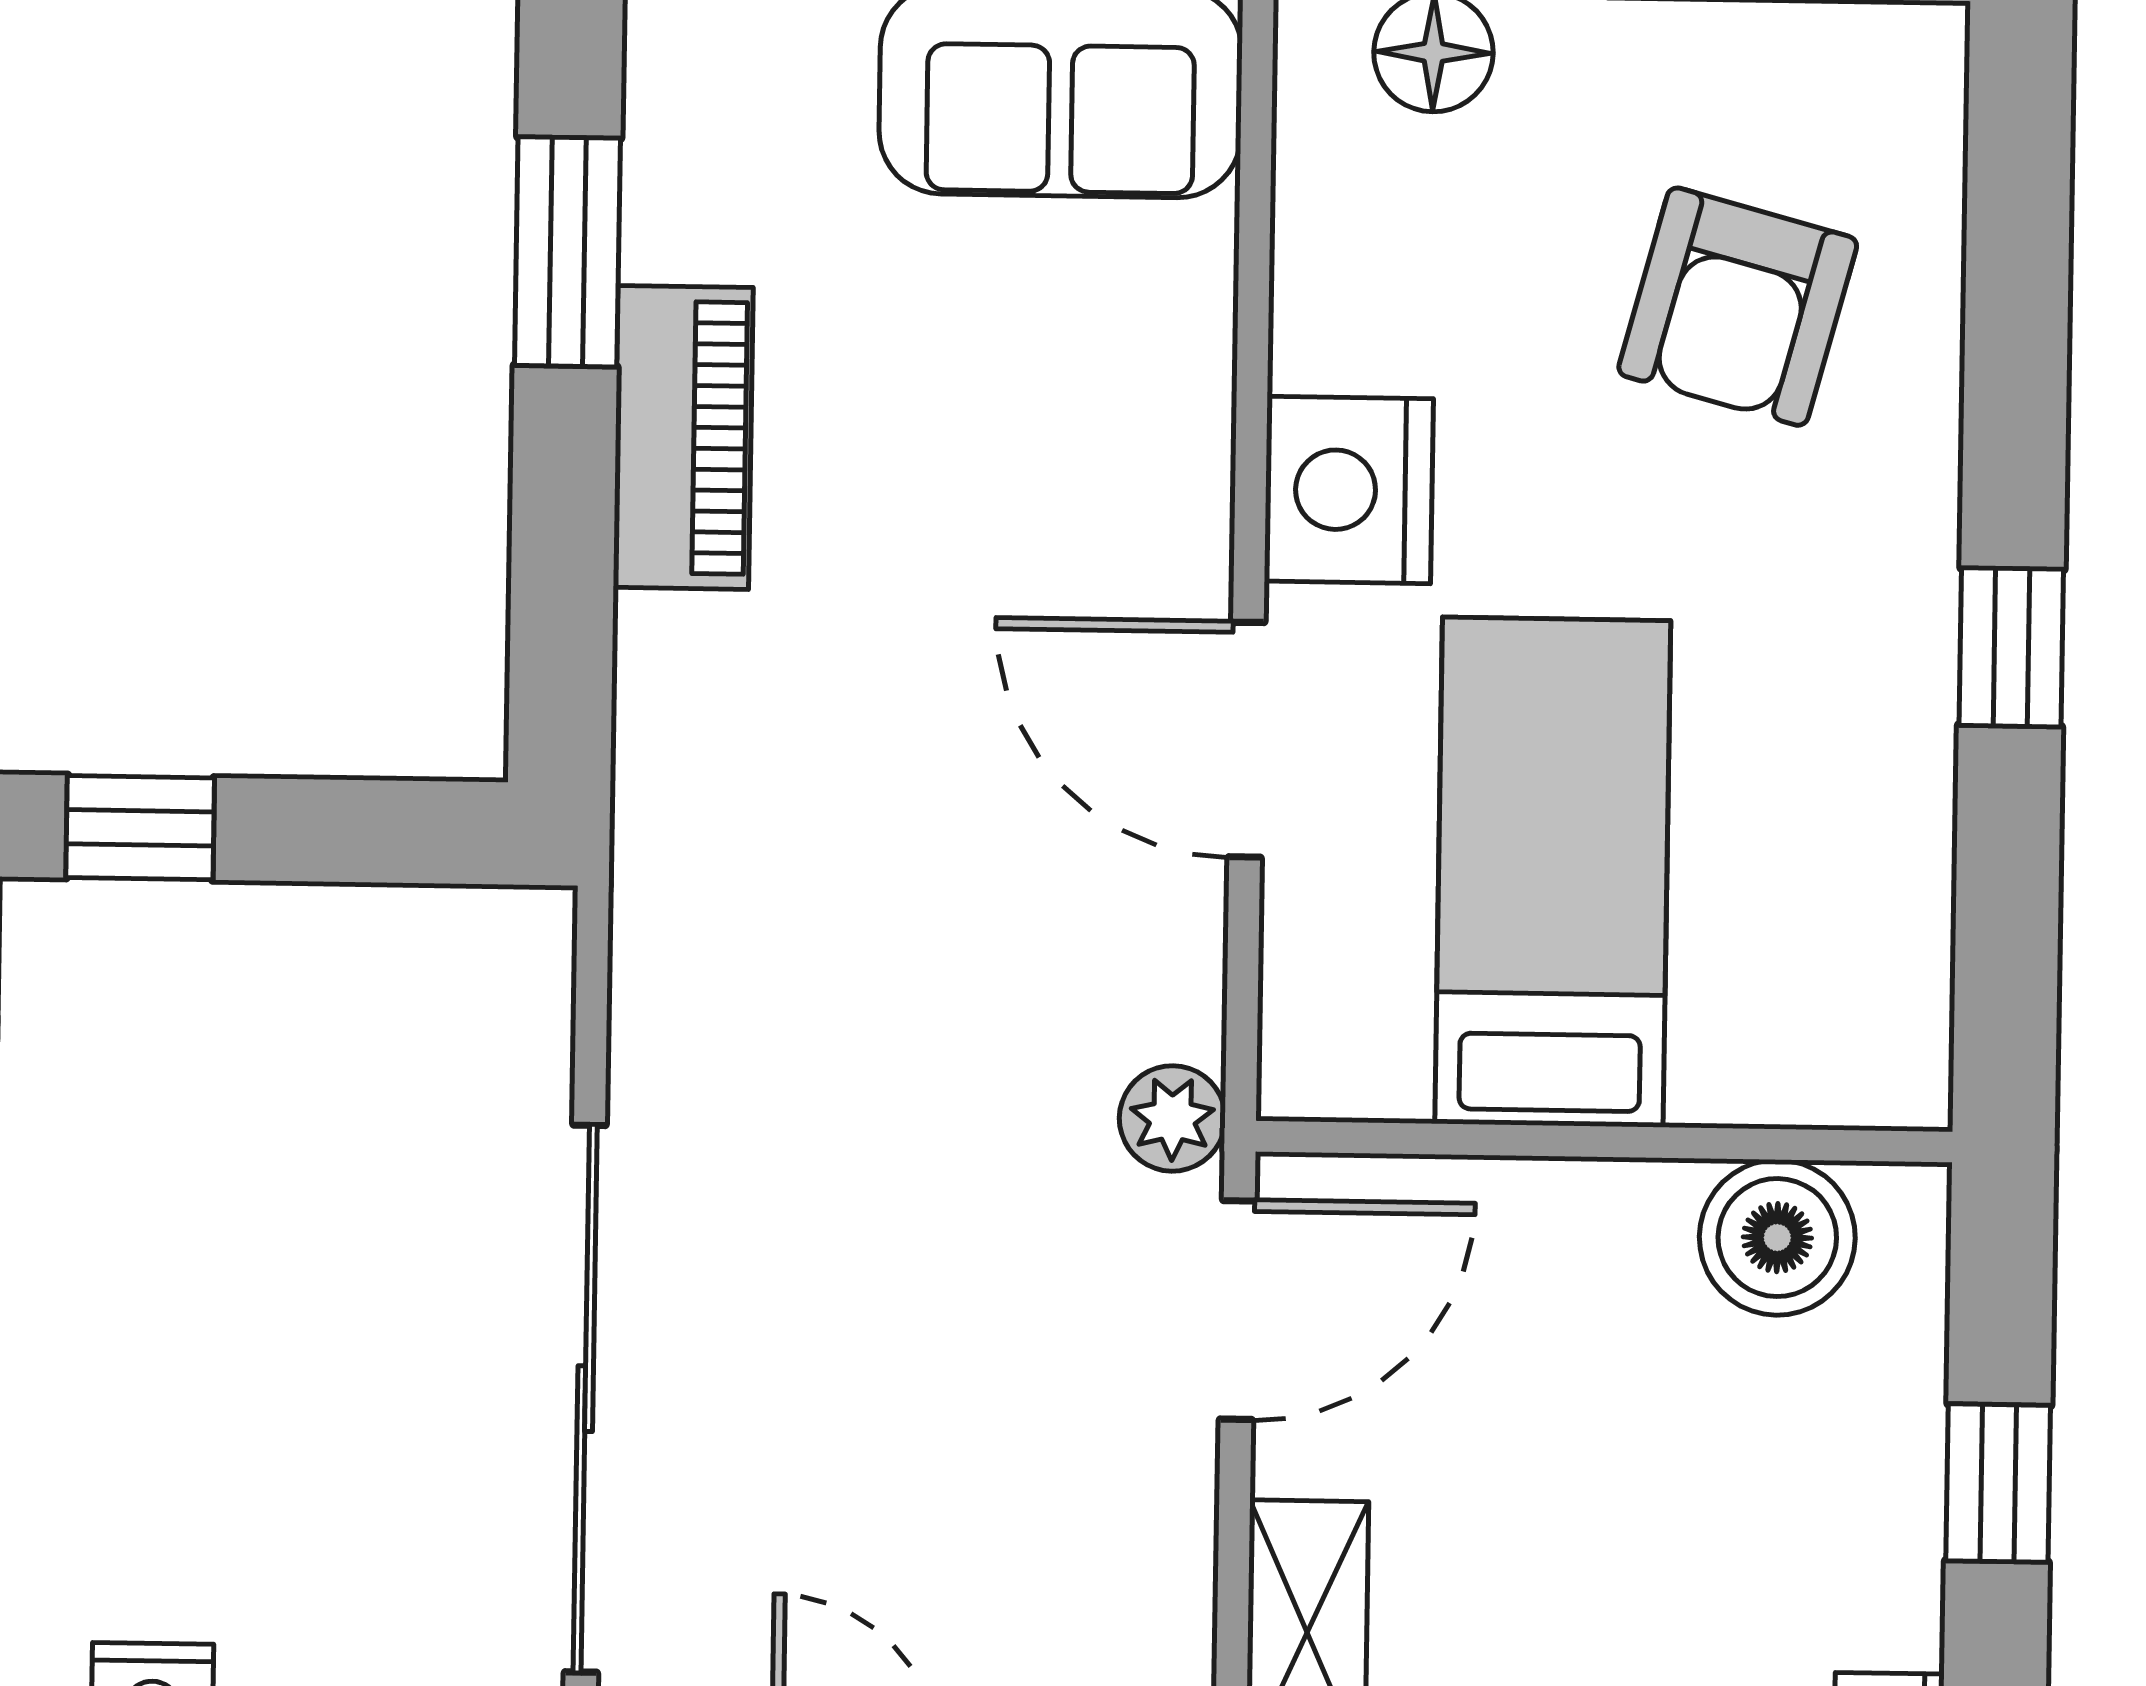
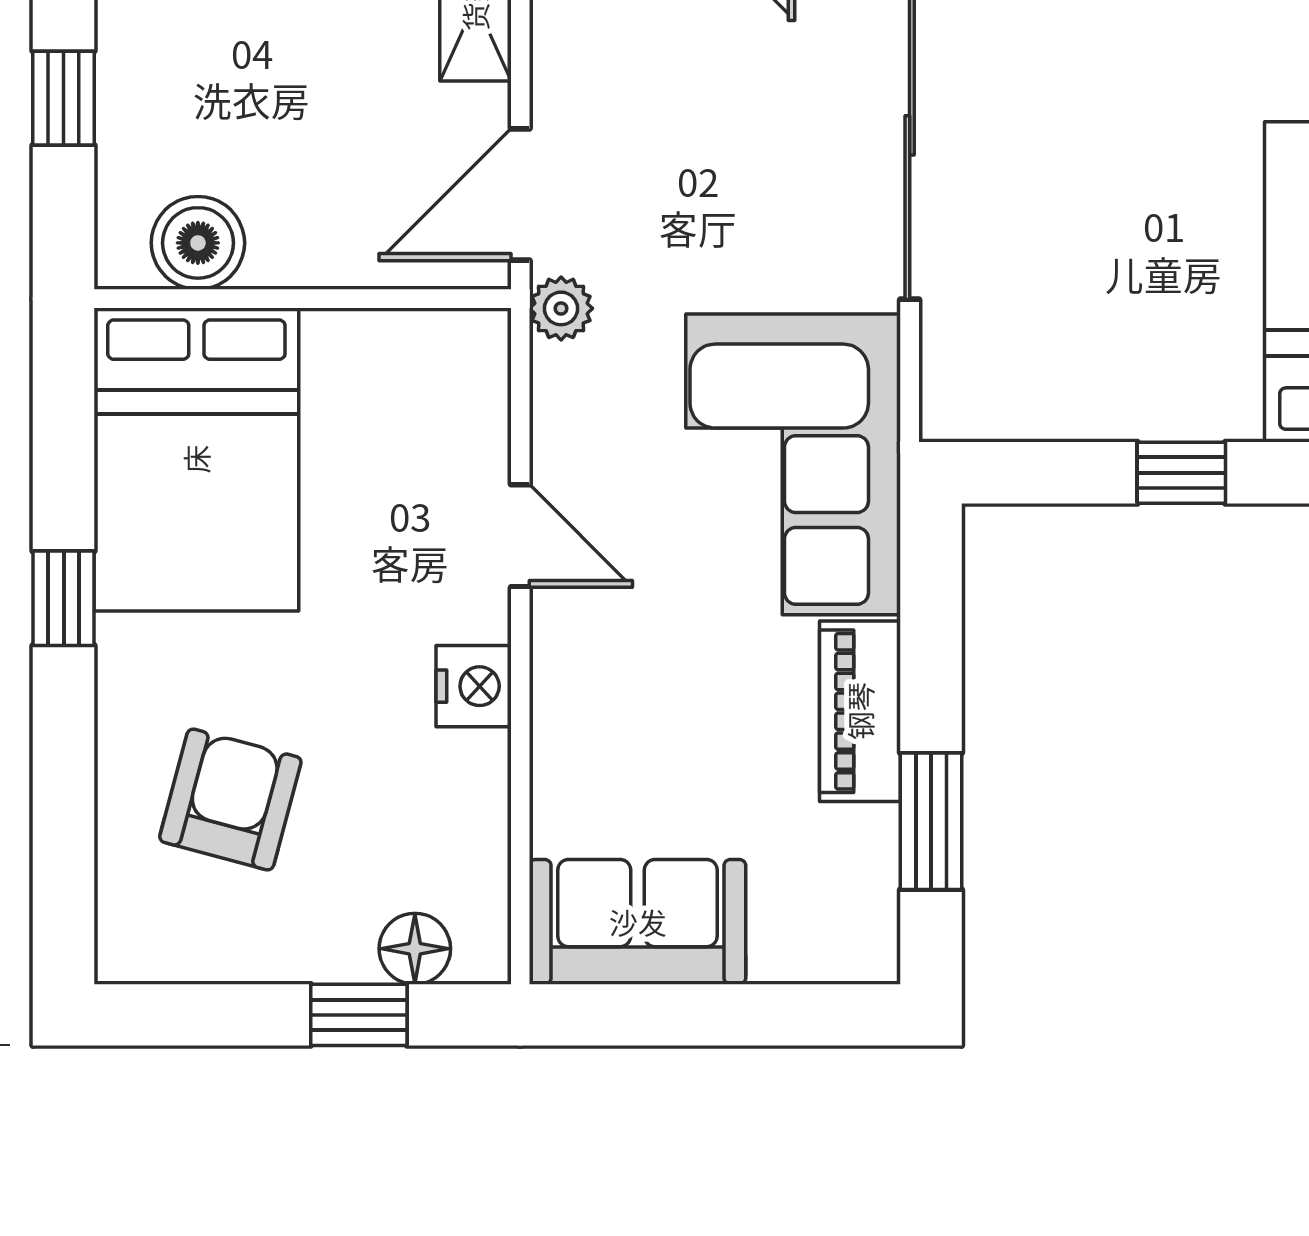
nightstand: (1349, 490) -> (474, 686), width x0.74, depth x0.75
door: (1247, 740) -> (520, 536), width x0.73
corner sofa: (789, 852) -> (793, 464), added
bed: (1553, 872) -> (196, 459), moved, width x1.50

